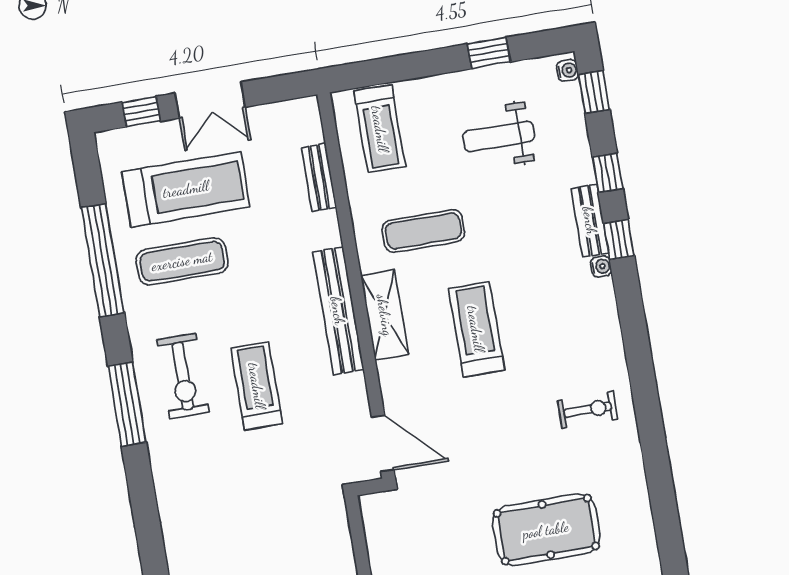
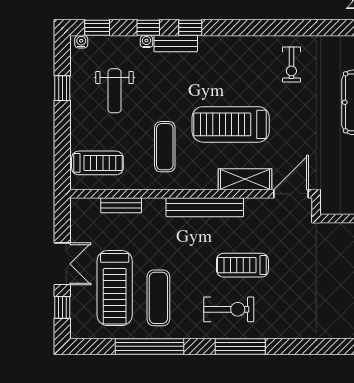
treadmill: (186, 189) -> (115, 288), turned 180
water cooler: (601, 266) -> (147, 41), moved
shelving: (385, 315) -> (245, 179), moved
treadmill: (476, 329) -> (231, 124), width x1.37, depth x1.38
exercise bike: (588, 410) -> (291, 65), turned 180

